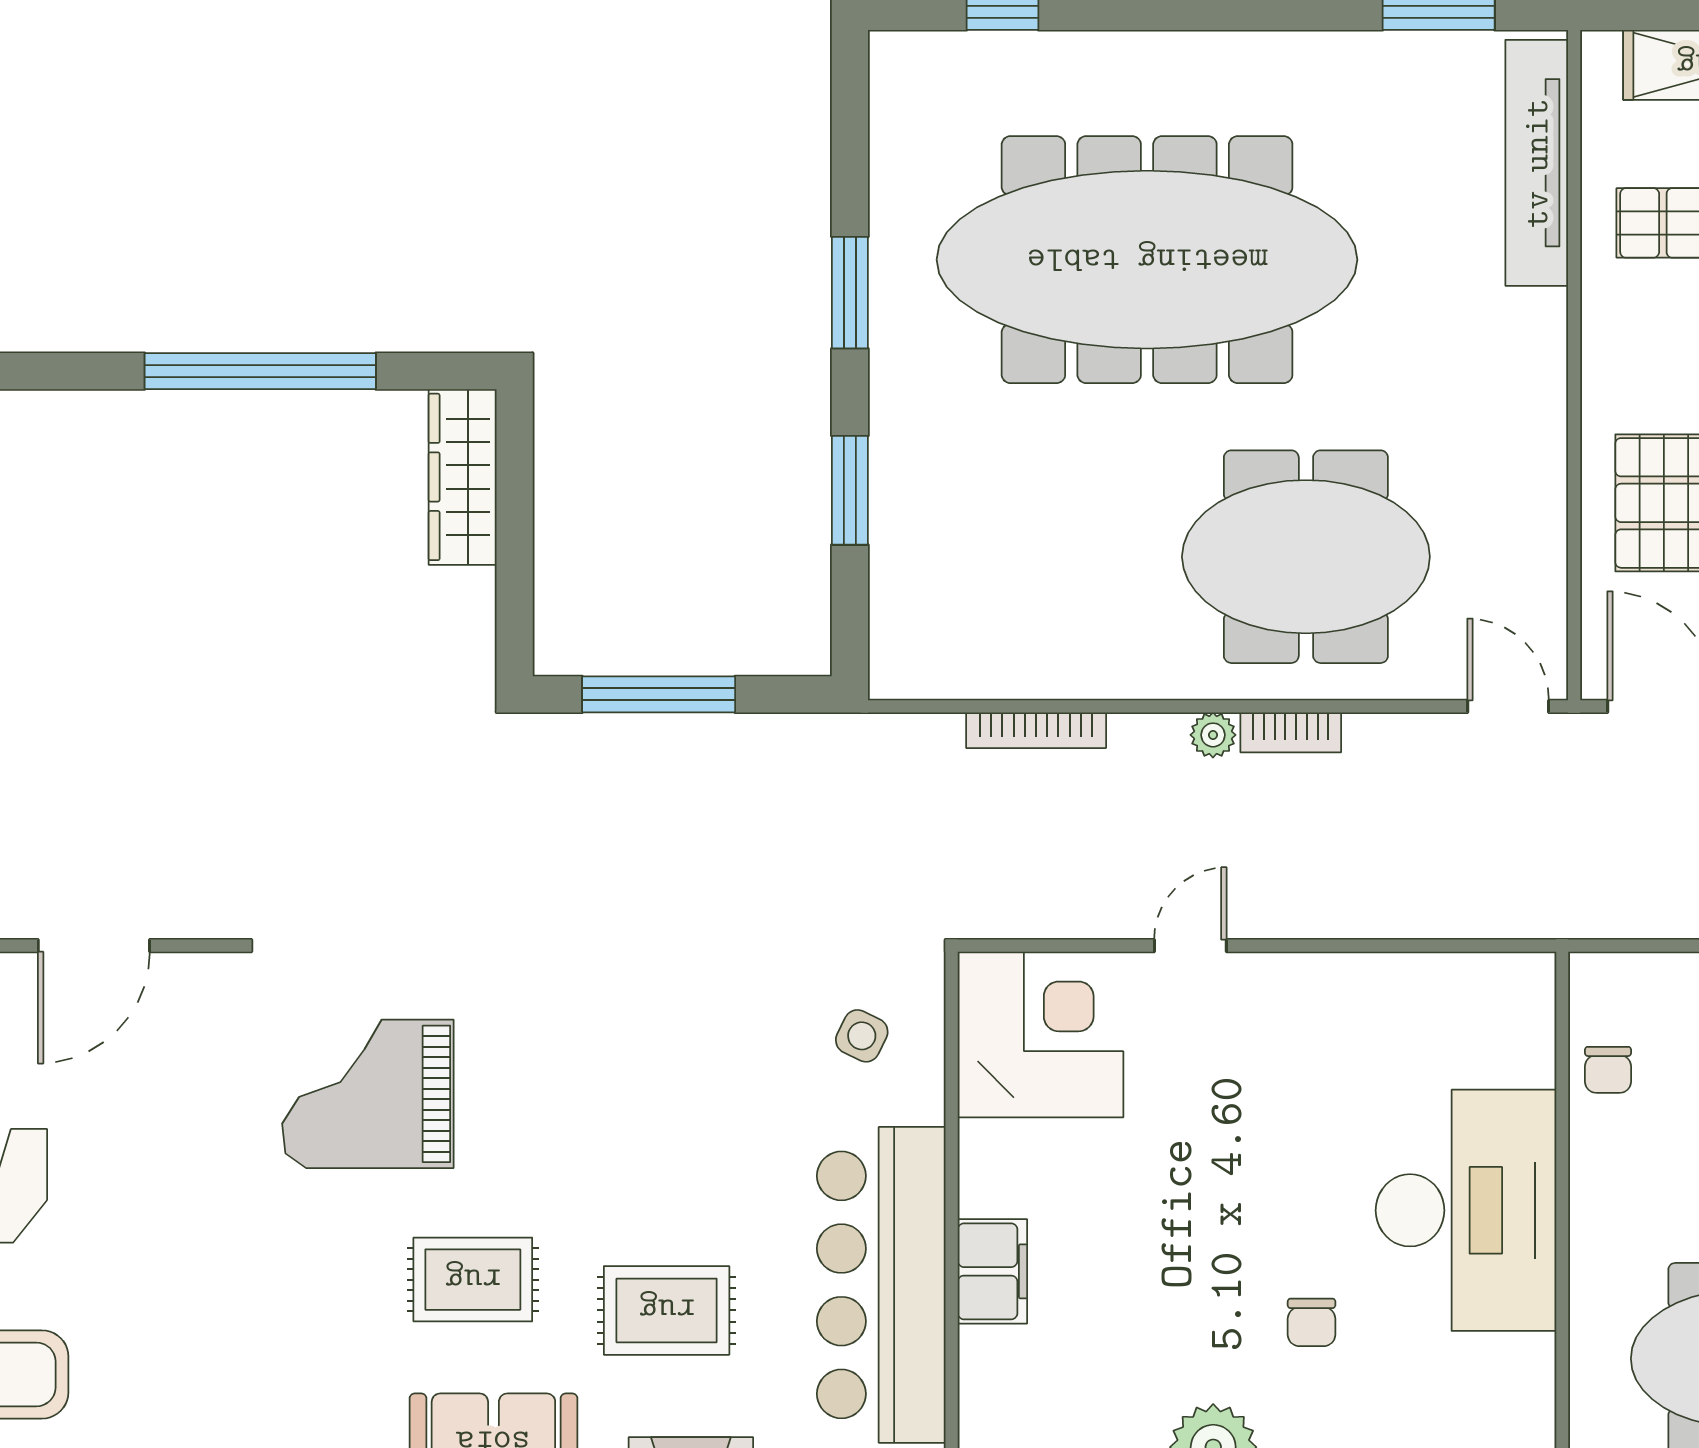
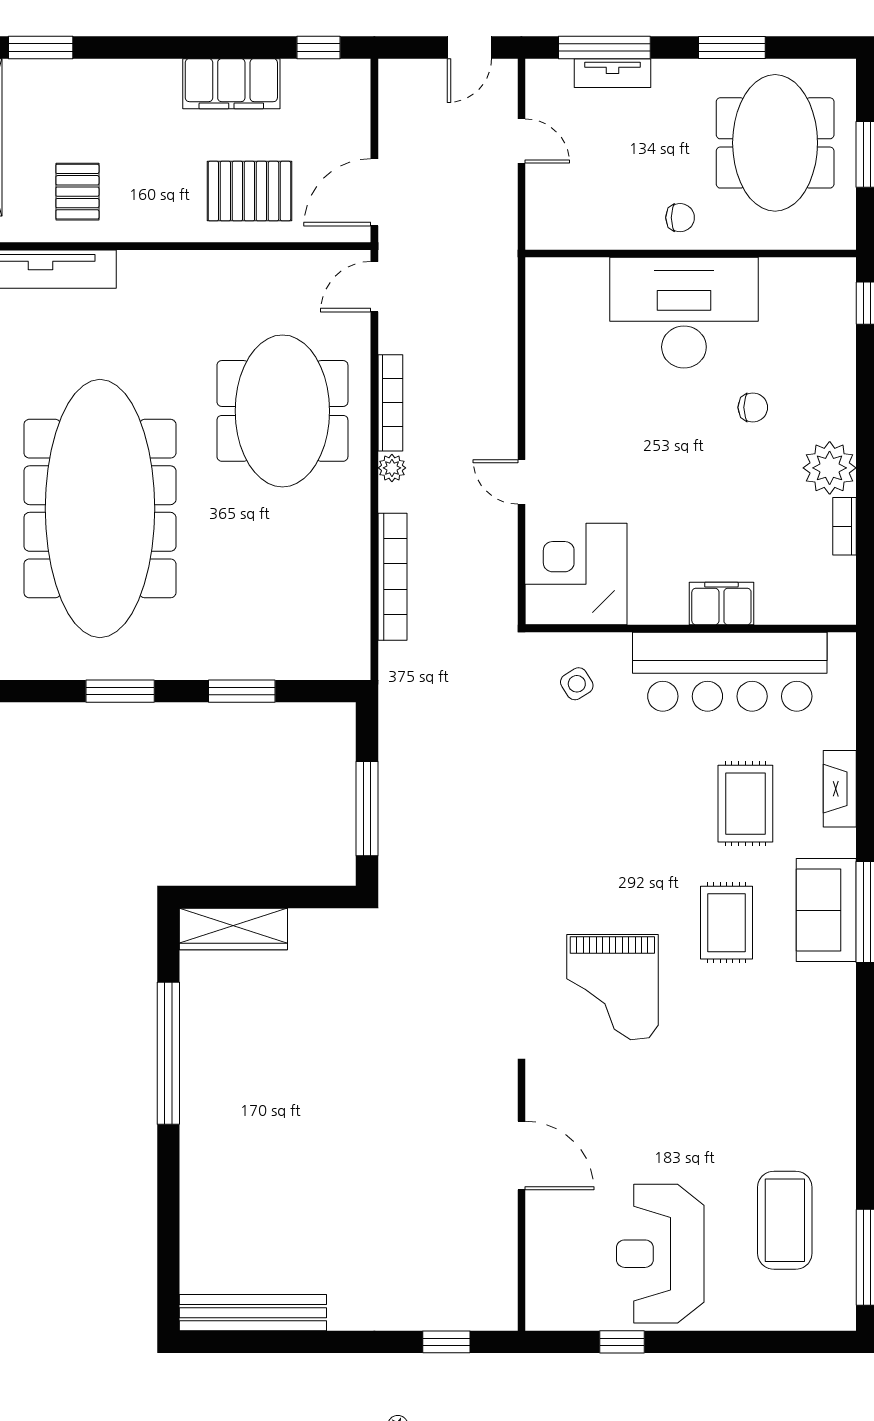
bookcase: (1036, 730) -> (392, 577), width x1.48, depth x1.31
bookcase: (1291, 732) -> (390, 403), width x1.56
side table: (862, 1036) -> (577, 684), turned 32
chair: (1608, 1070) -> (680, 218), moved

